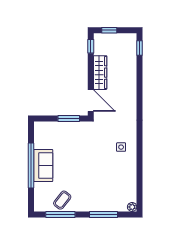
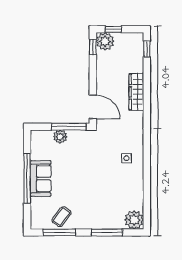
plant: (102, 41) -> (105, 41), added
wardrobe: (100, 73) -> (136, 92), moved, turned 180
window: (69, 119) -> (69, 127), width x1.44
plant: (61, 128) -> (60, 137), added
plant: (132, 207) -> (134, 220), width x1.88, depth x1.88

